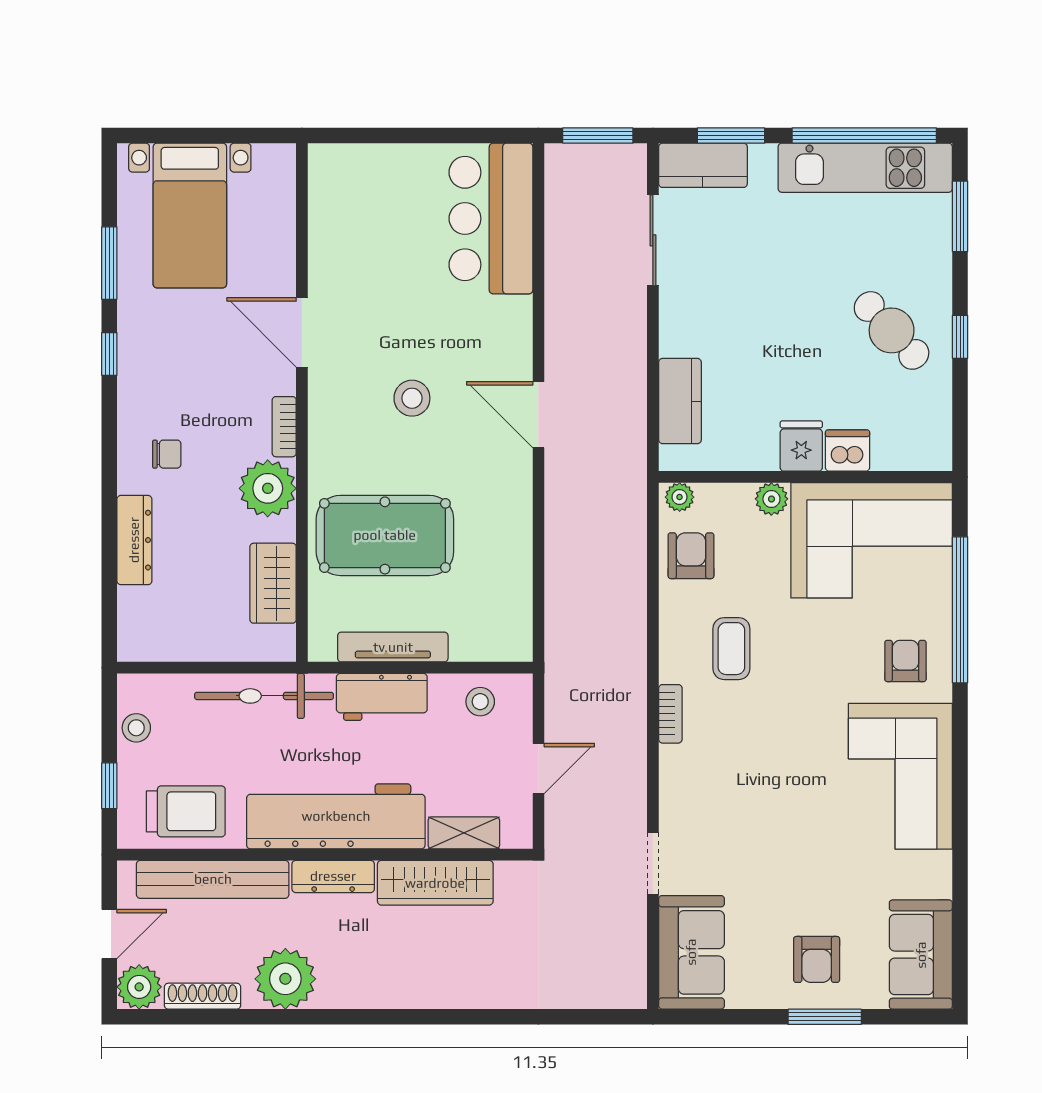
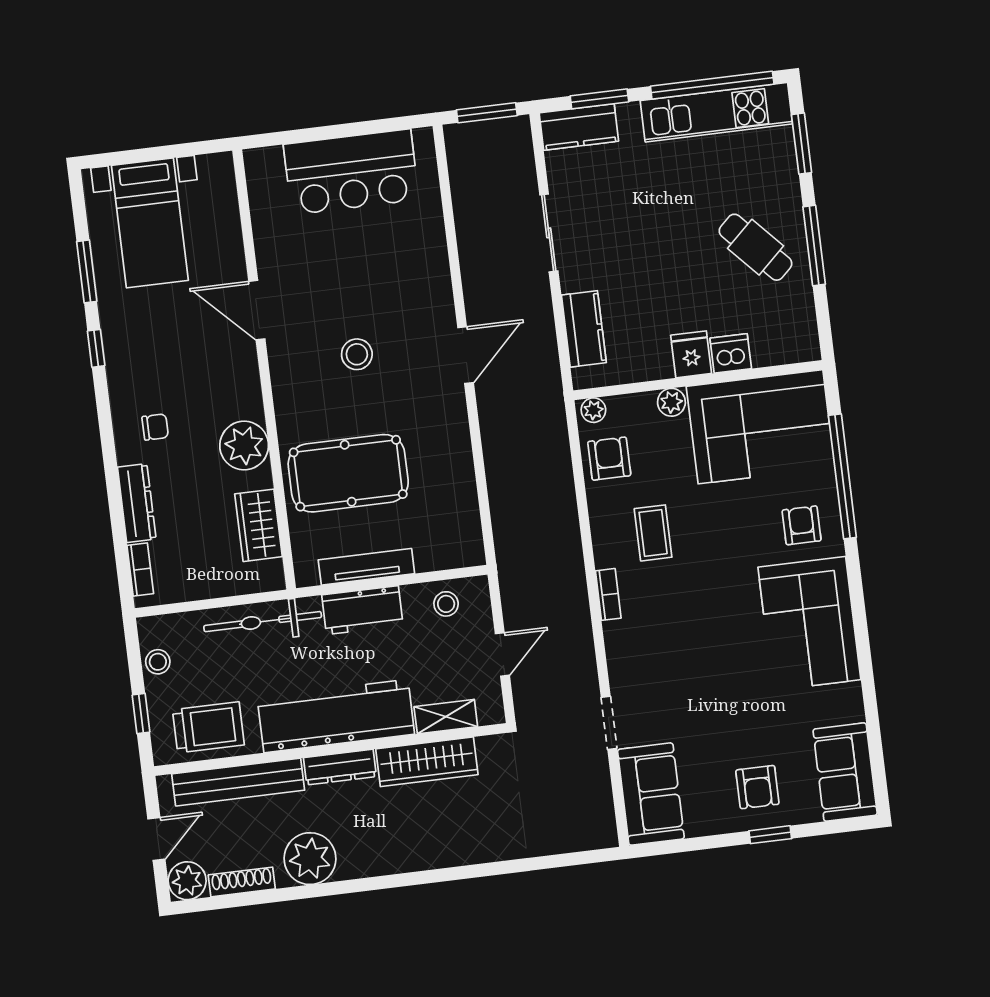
bar counter: (491, 219) -> (351, 172), moved, turned -90
sliding door: (653, 240) -> (549, 233), moved
window: (960, 337) -> (814, 246), width x2.17
door: (538, 415) -> (466, 355), swing flipped
bookcase: (284, 427) -> (140, 569), moved, turned 180
window: (825, 1017) -> (770, 835), width x0.67

